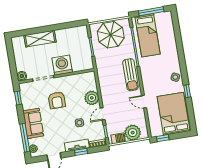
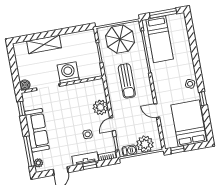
sun lounger: (131, 75) -> (127, 81), moved
armchair: (57, 100) -> (63, 110), removed
sofa: (33, 123) -> (37, 130), width x1.36

